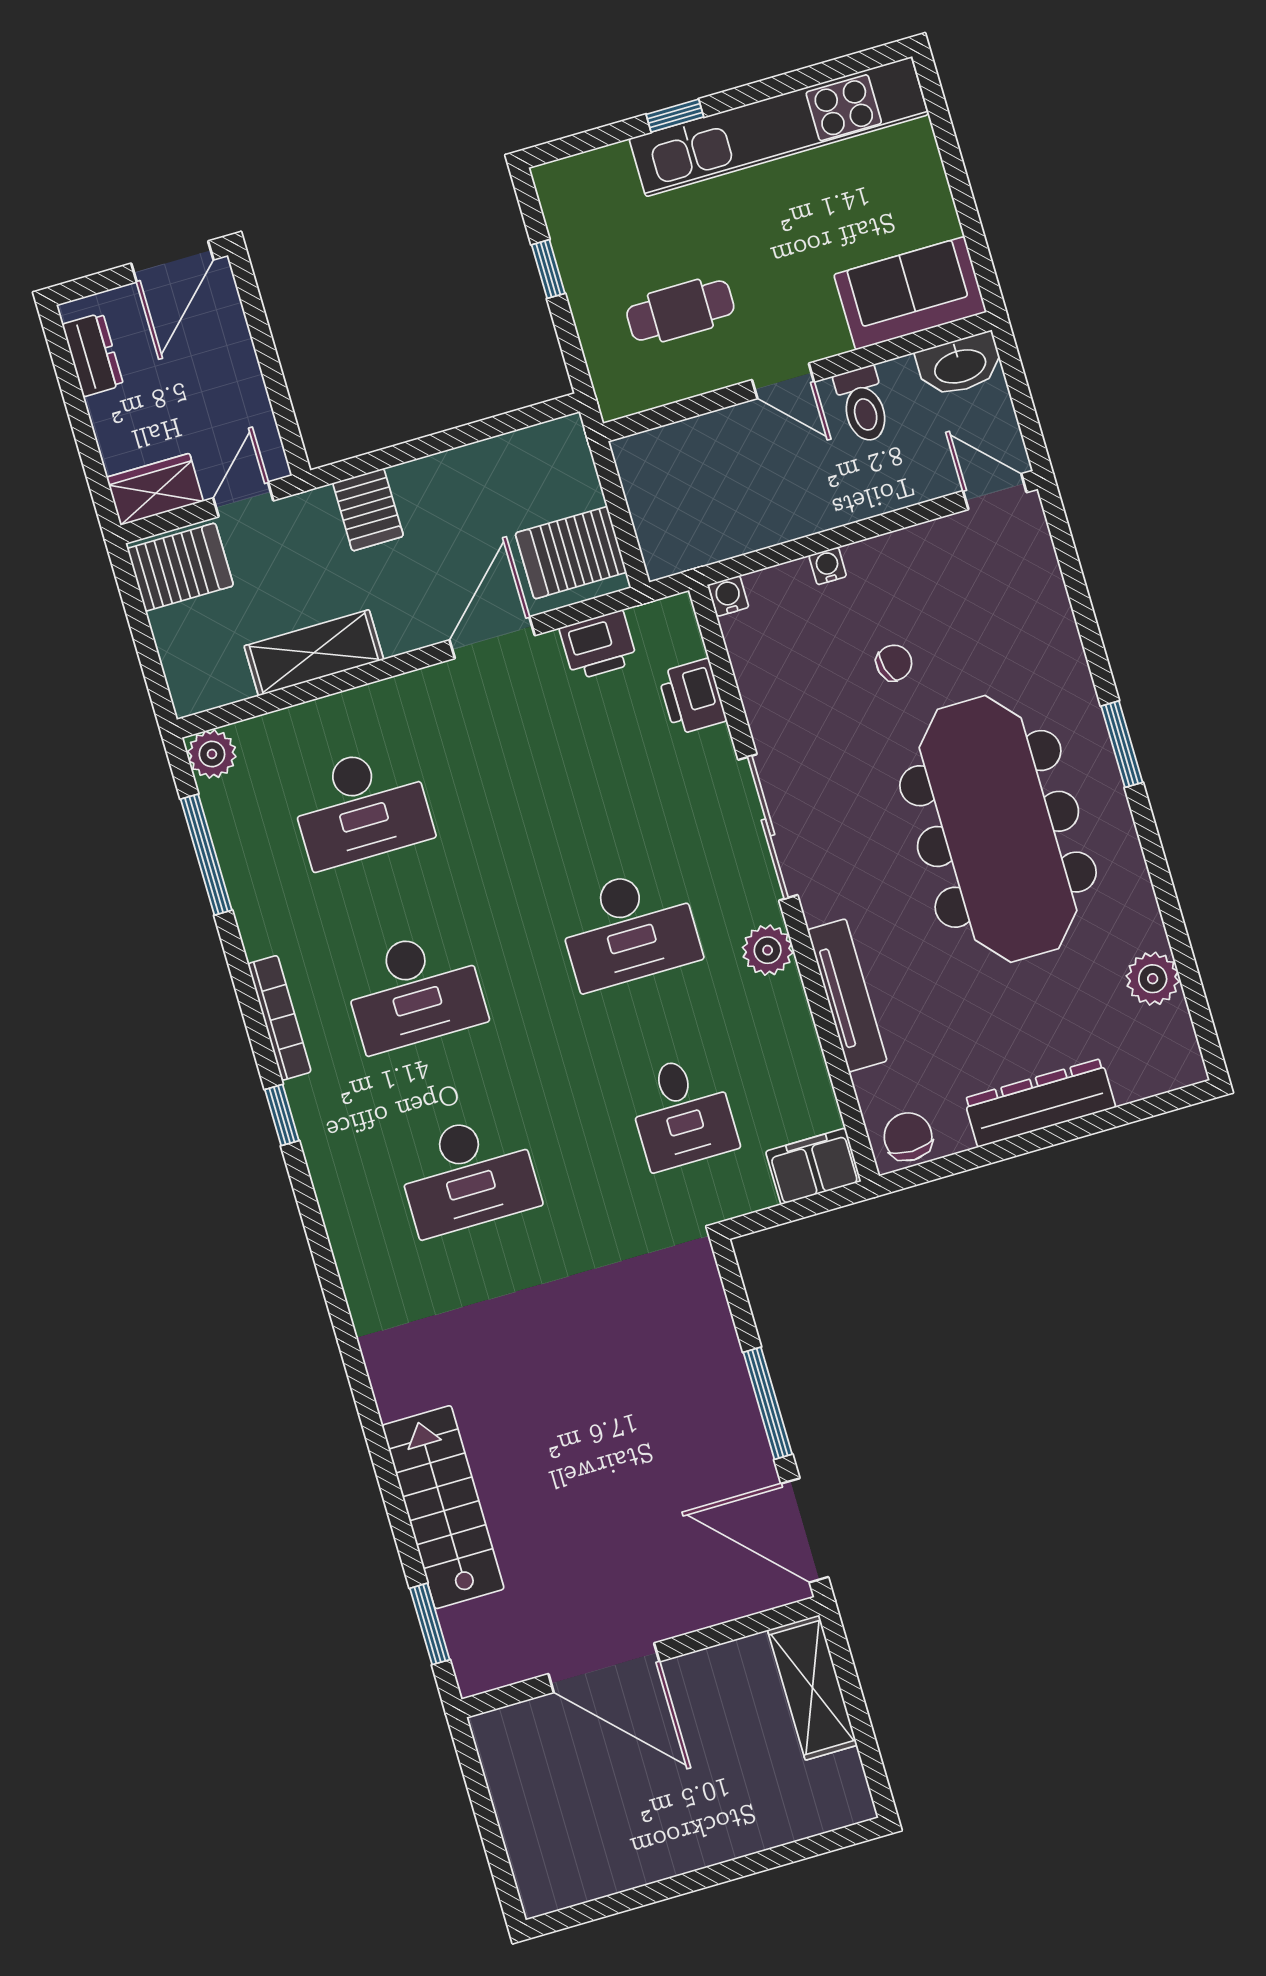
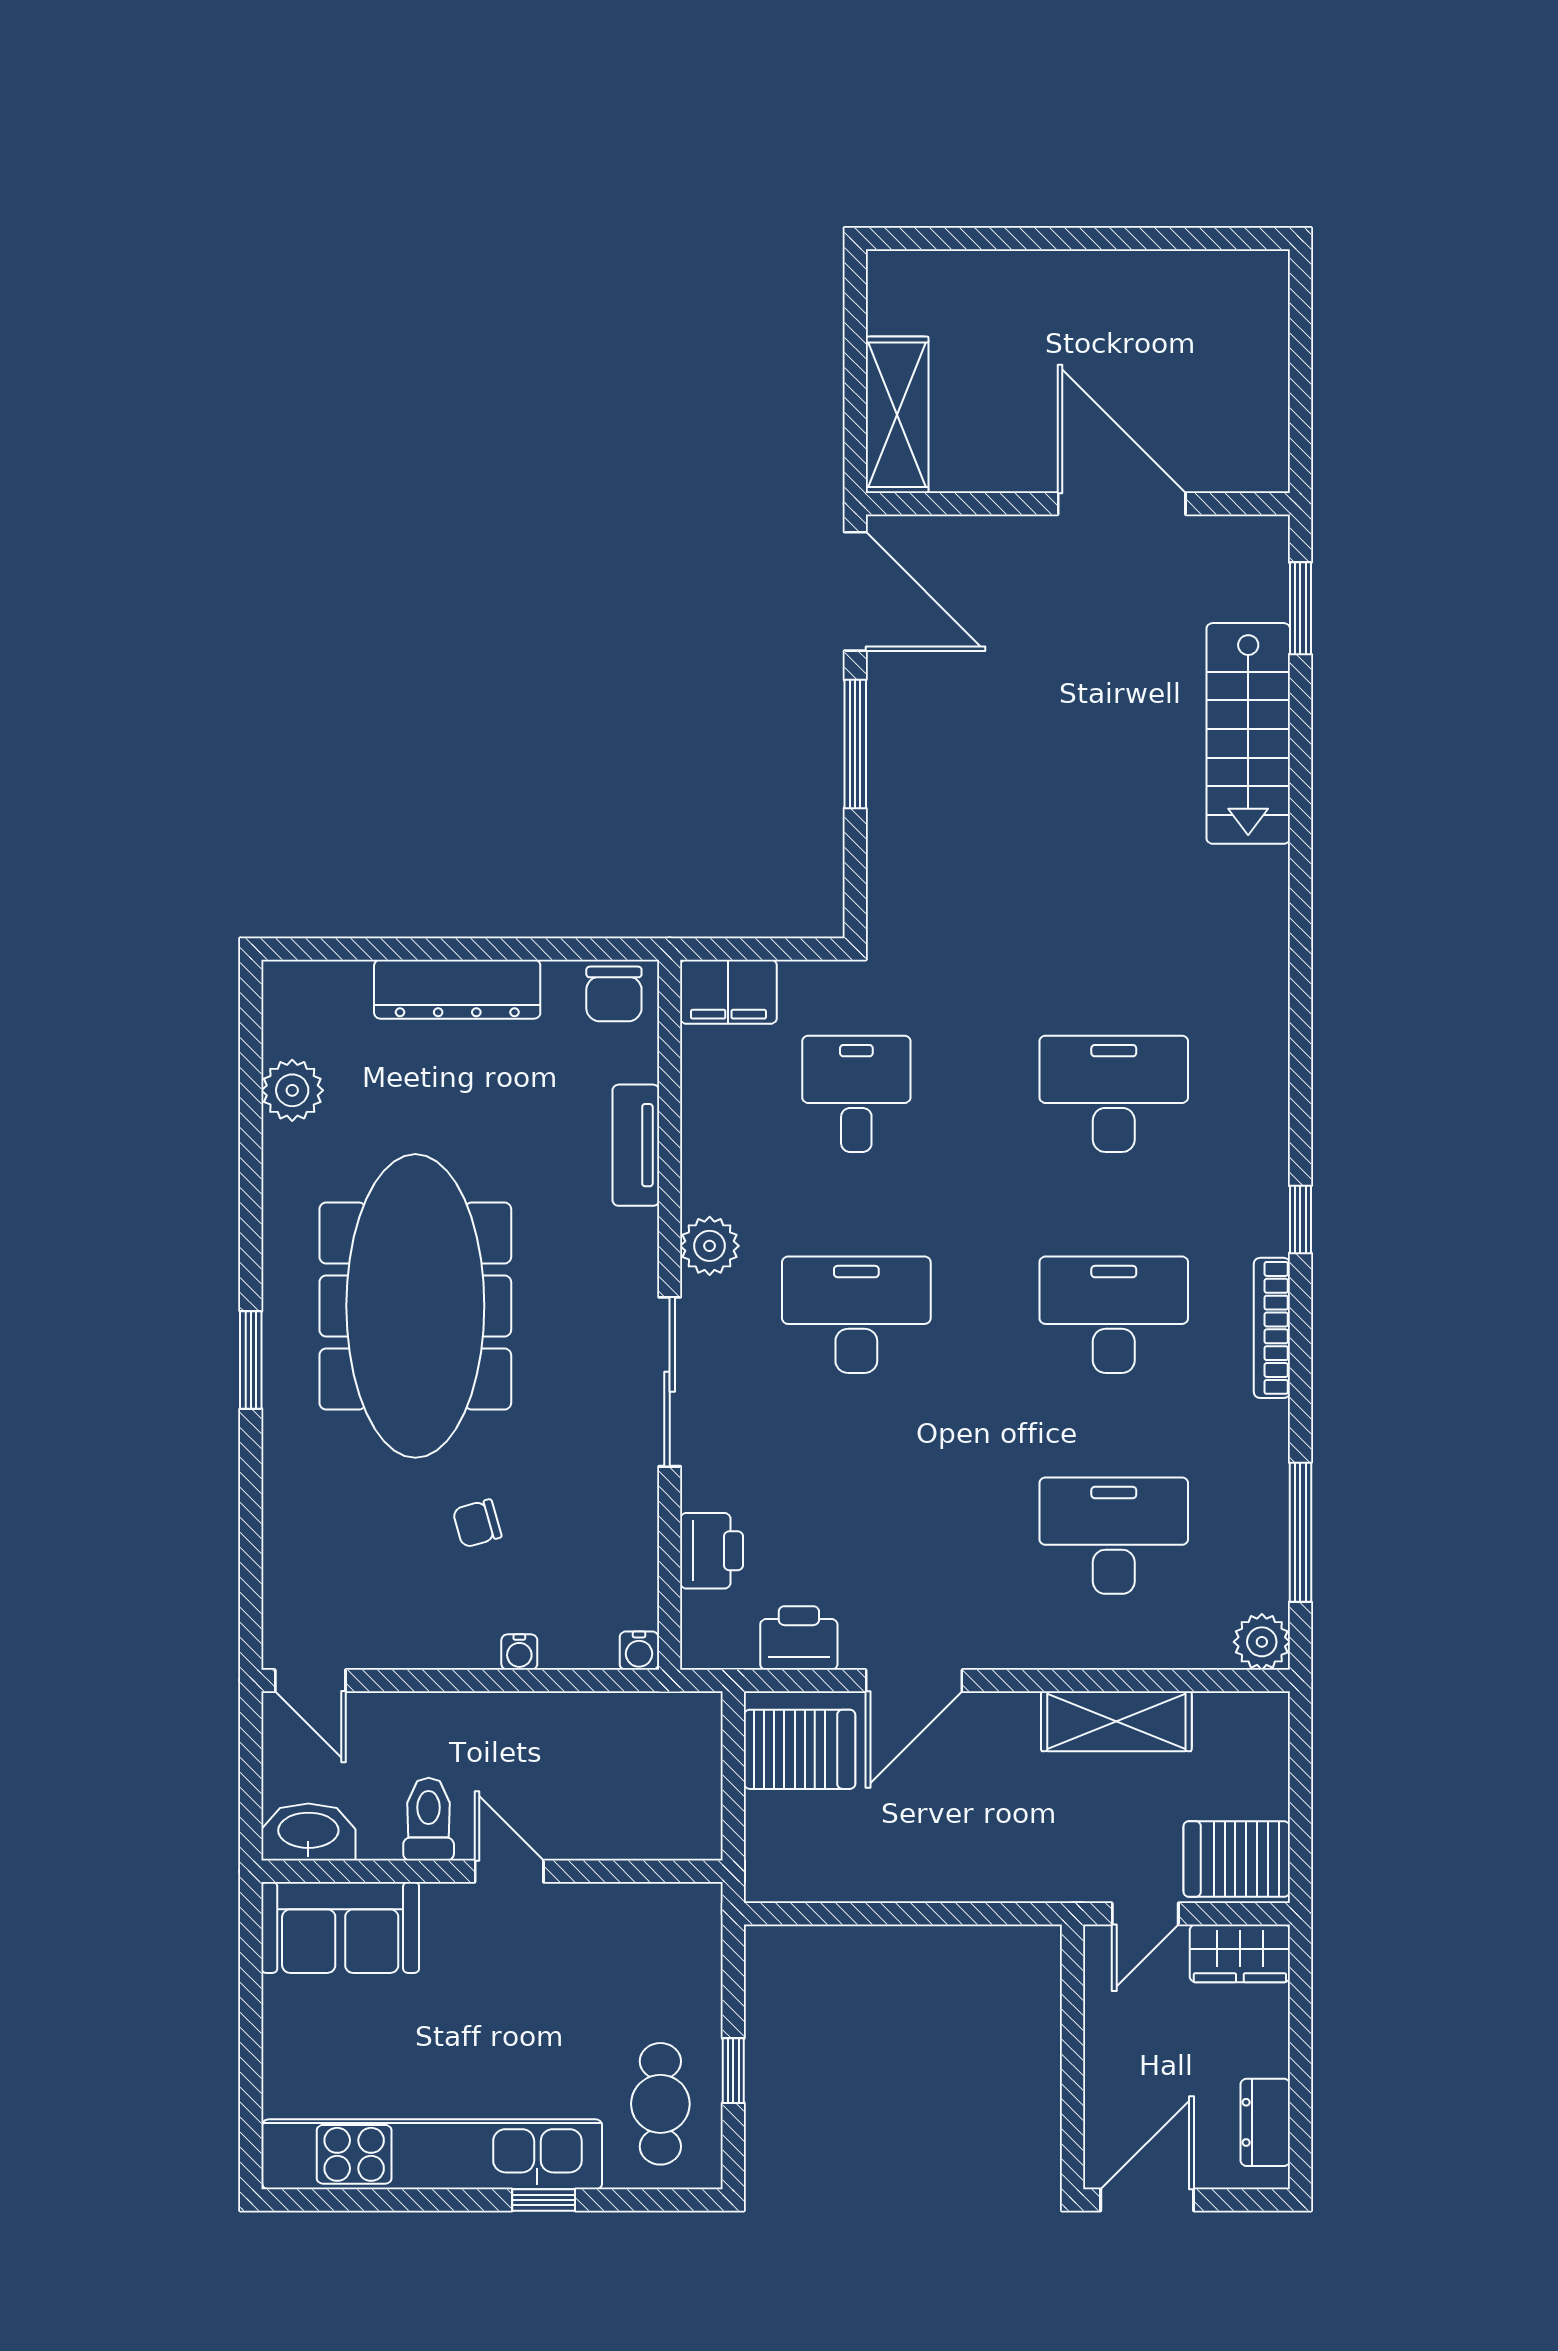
cafe table: (680, 311) -> (660, 2104), moved, turned 90
server rack: (368, 510) -> (1010, 1862), removed
tv unit: (847, 995) -> (636, 1145), width x0.71

